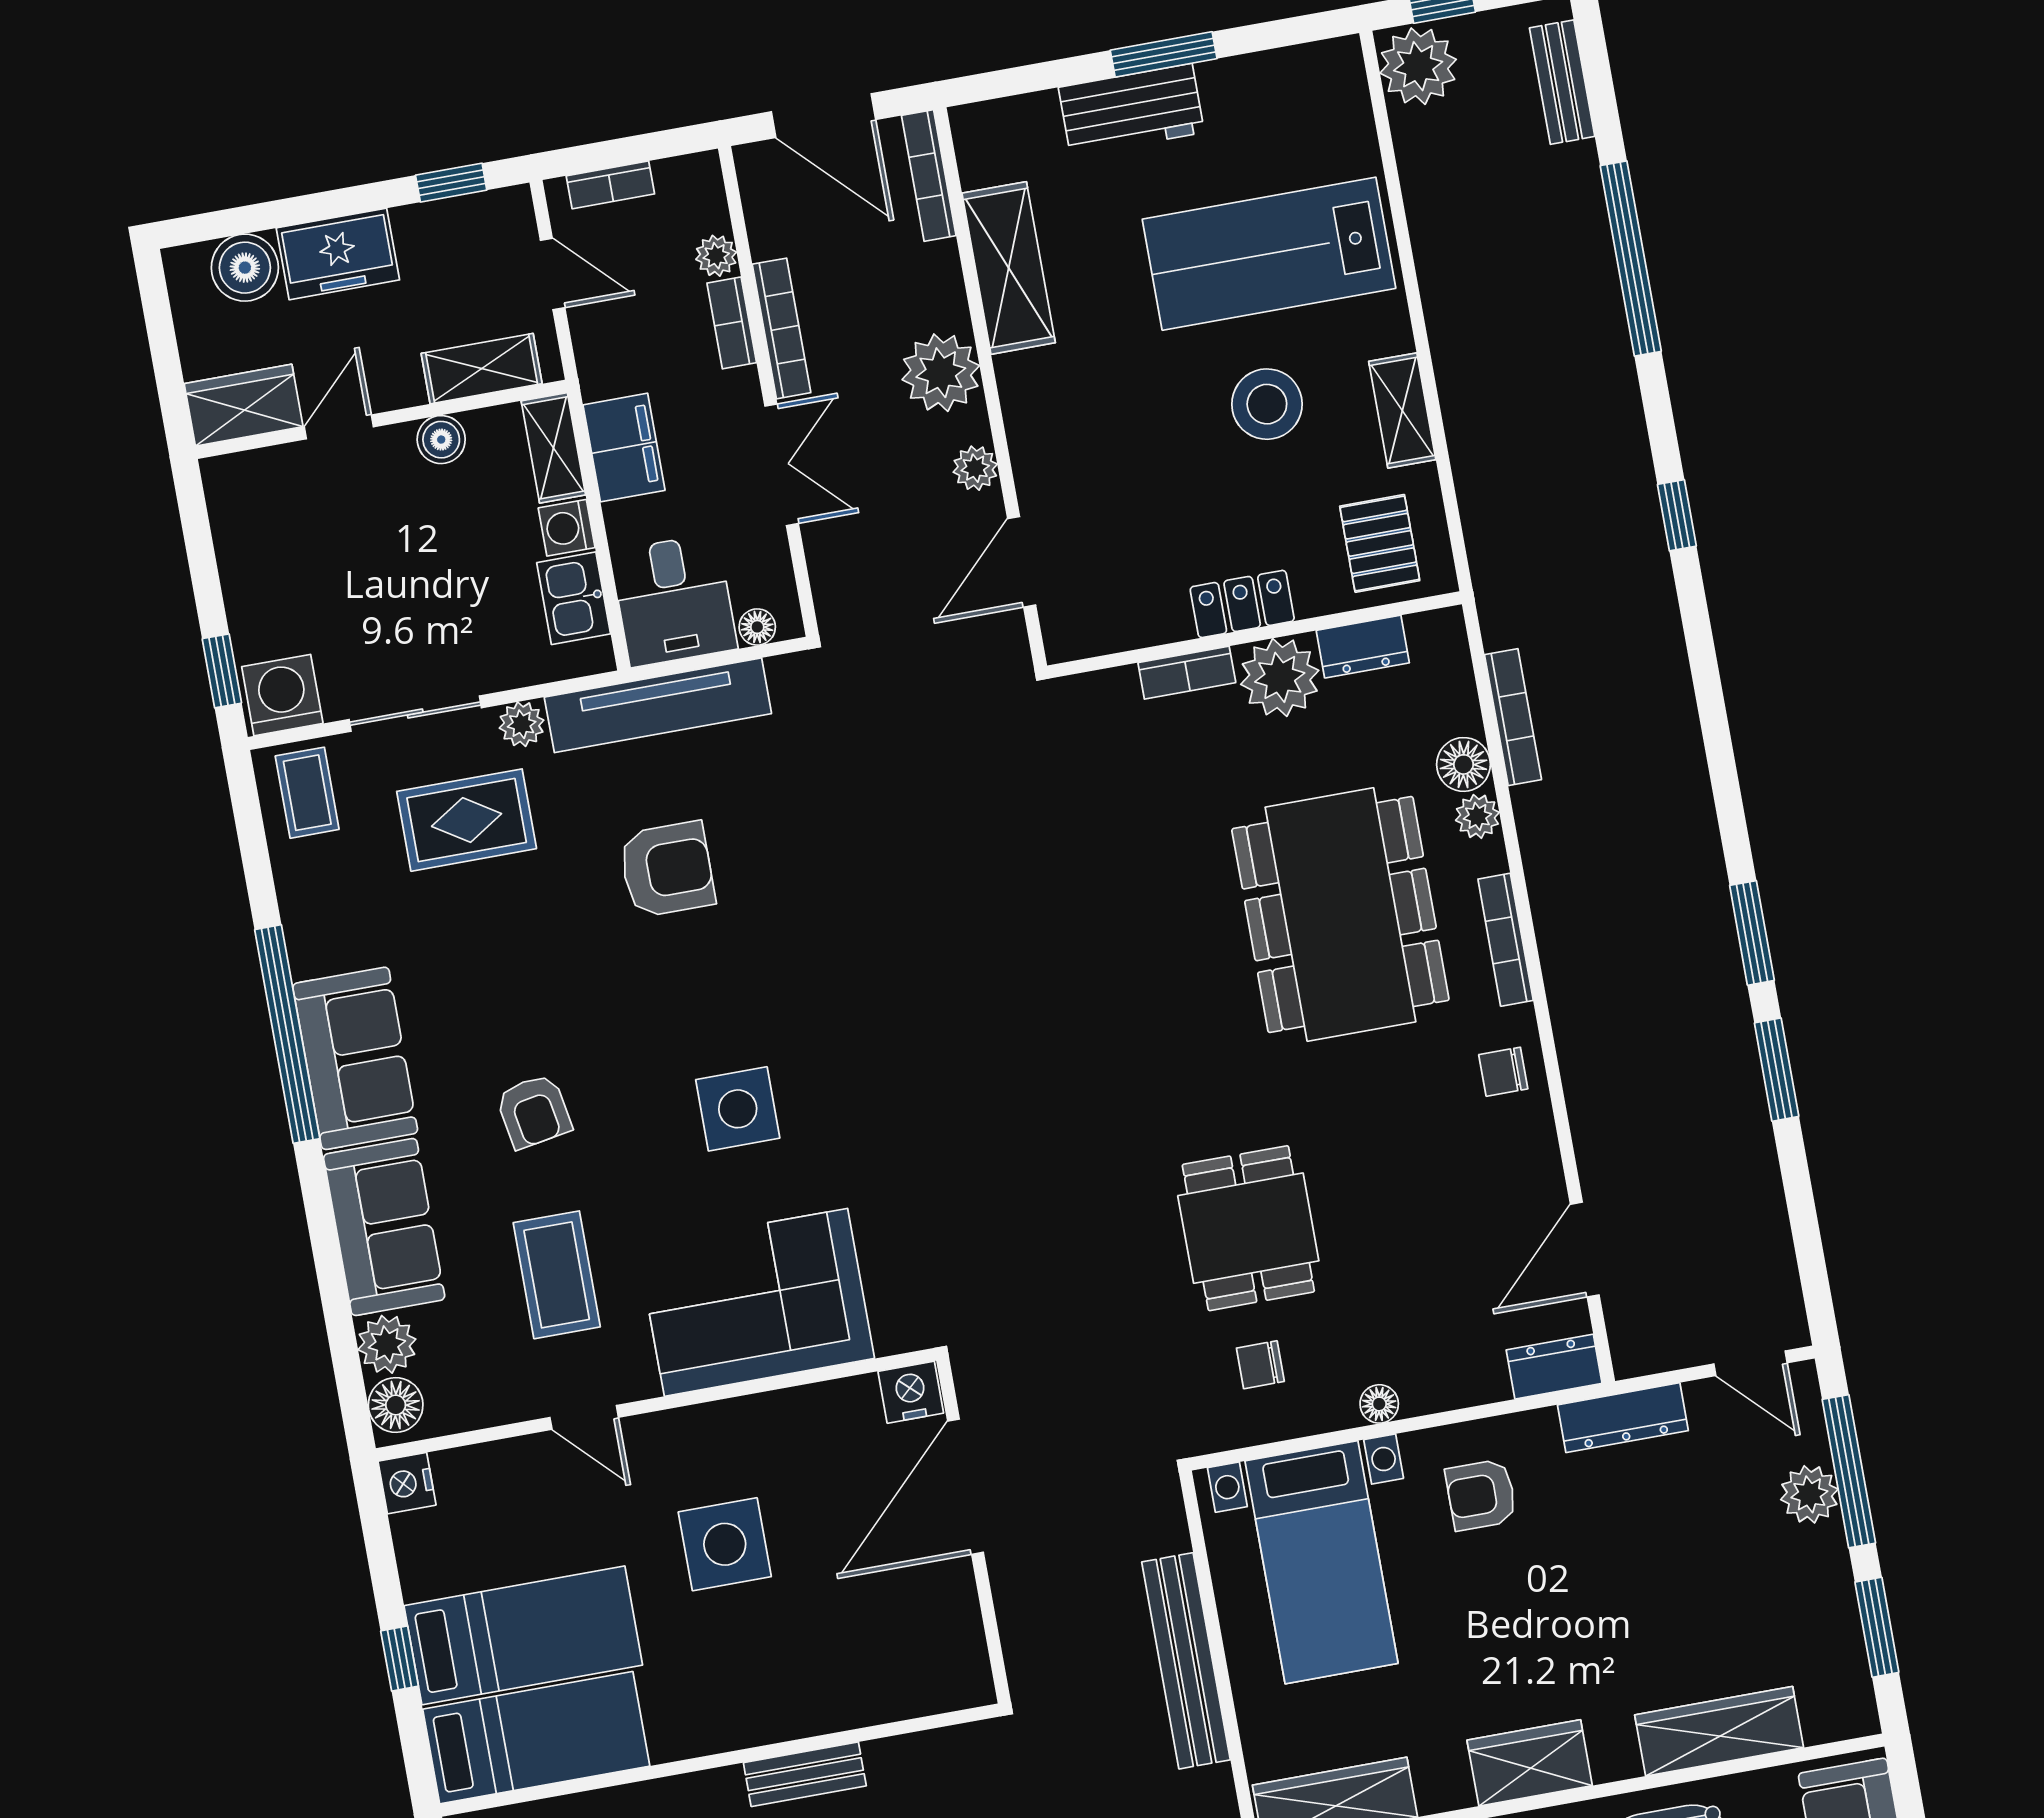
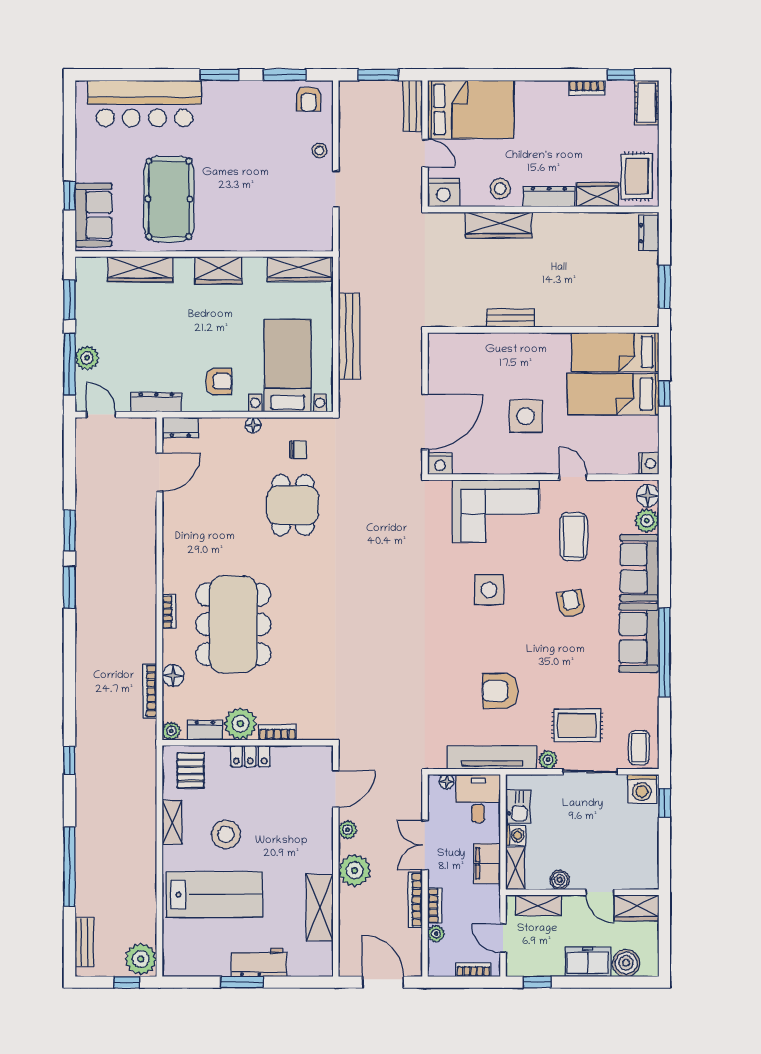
bookcase: (929, 176) -> (345, 950), removed
door: (339, 427) -> (600, 892), hinge flipped
plant: (1477, 816) -> (171, 731), moved
bookcase: (1506, 940) -> (169, 612), width x0.64
chair: (1503, 1072) -> (179, 549), removed

